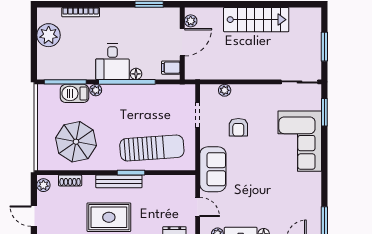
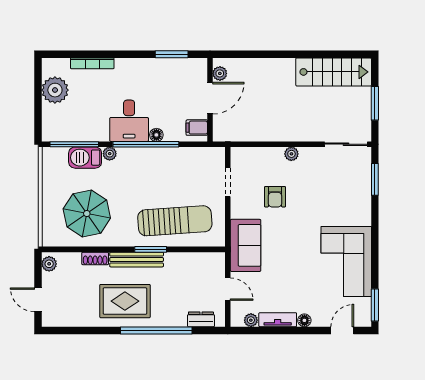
stairs: (256, 20) -> (334, 72), moved
plant: (225, 90) -> (291, 154), moved
corner sofa: (300, 141) -> (346, 261), moved
shoe rack: (70, 180) -> (95, 258), moved

